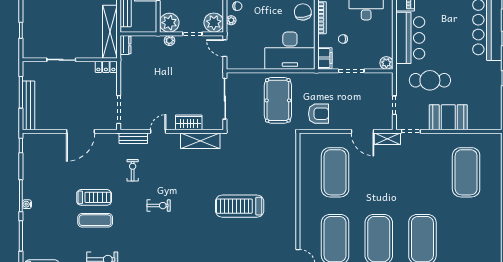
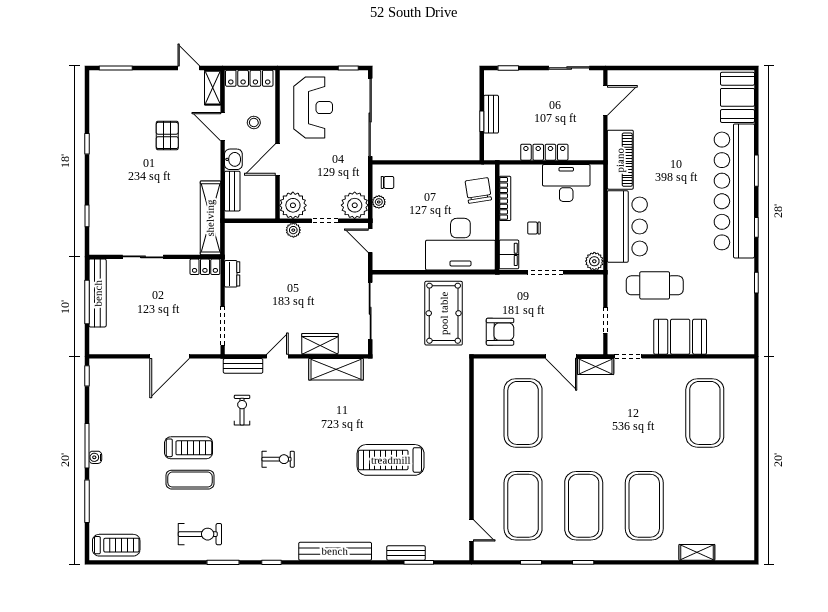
dresser: (126, 45) -> (232, 274), moved
bench: (28, 105) -> (98, 293), moved

